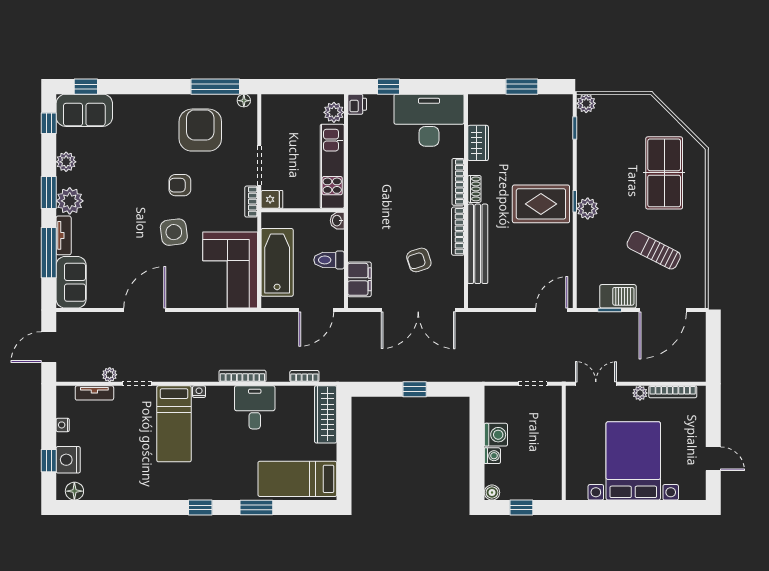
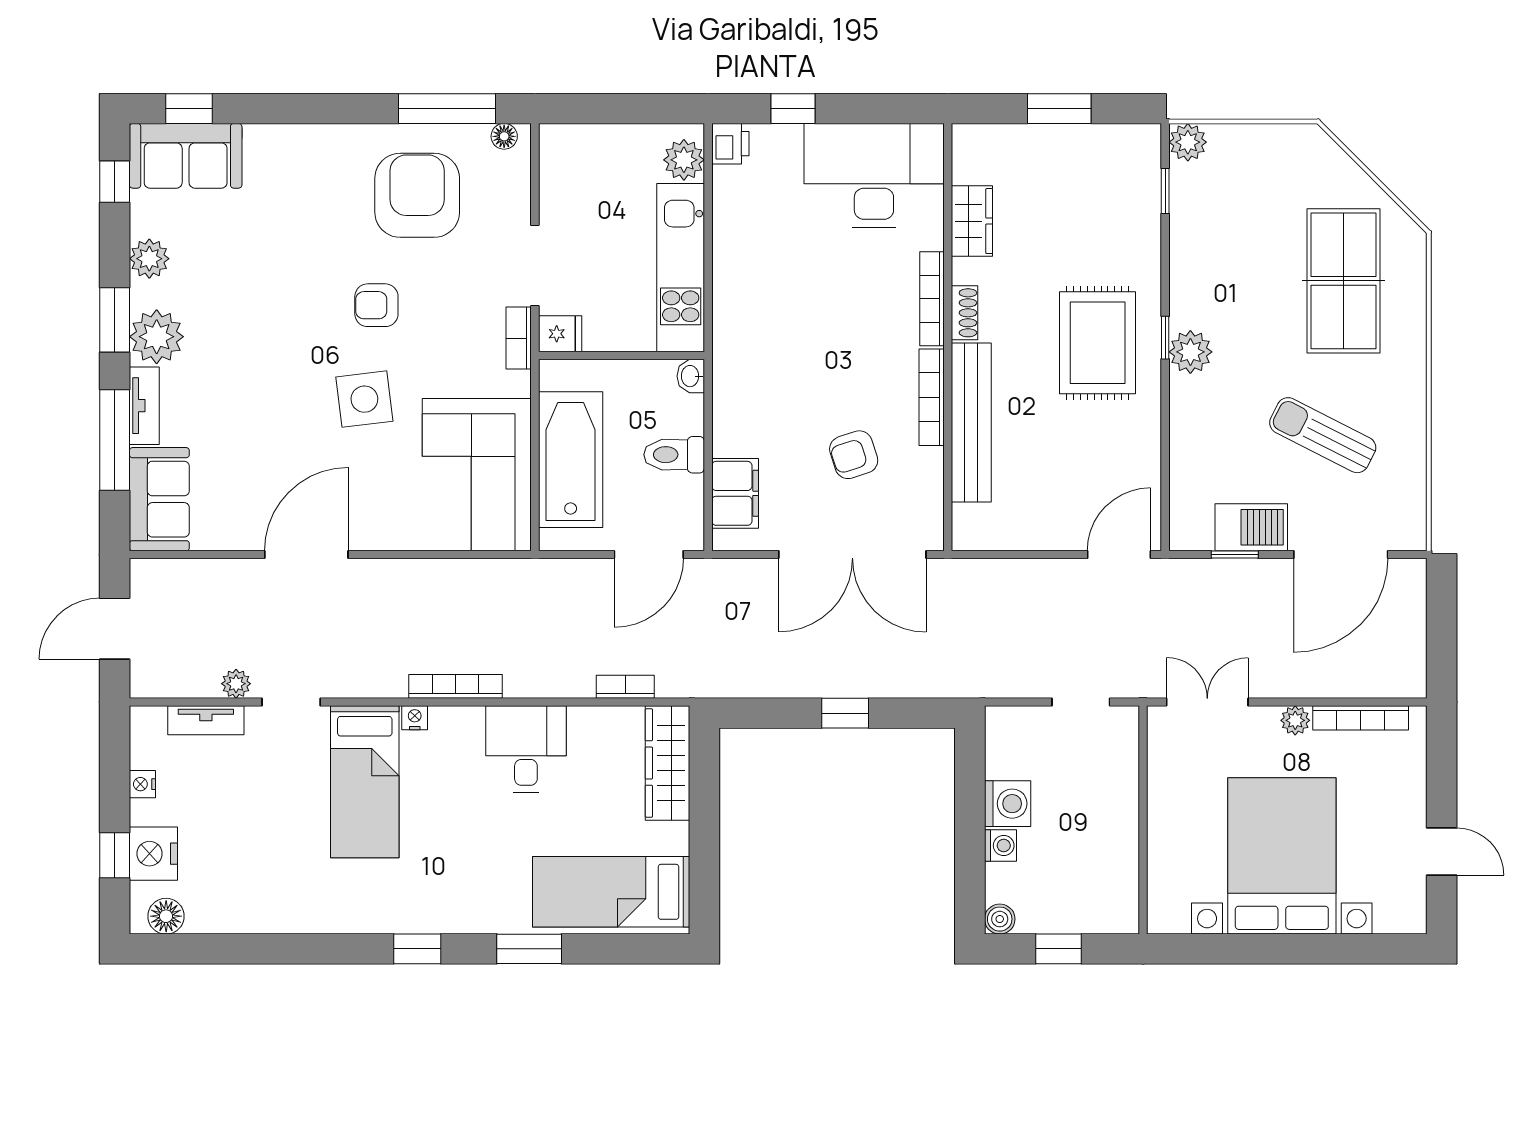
rug: (541, 204) -> (1098, 343), turned 90
bookcase: (242, 376) -> (456, 686), moved

